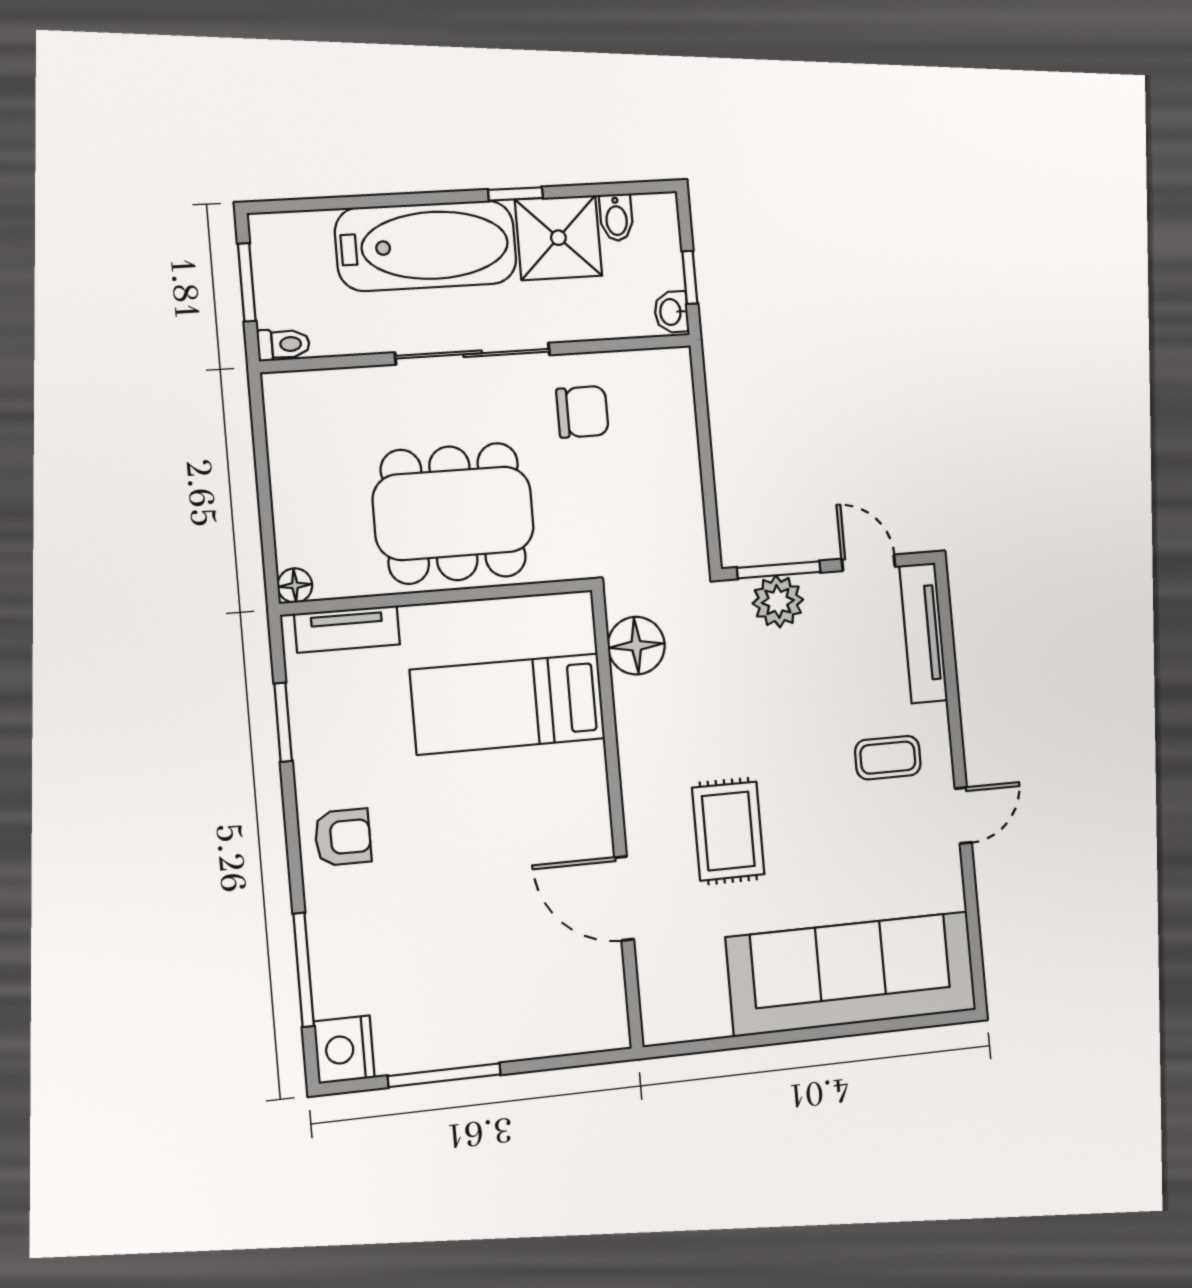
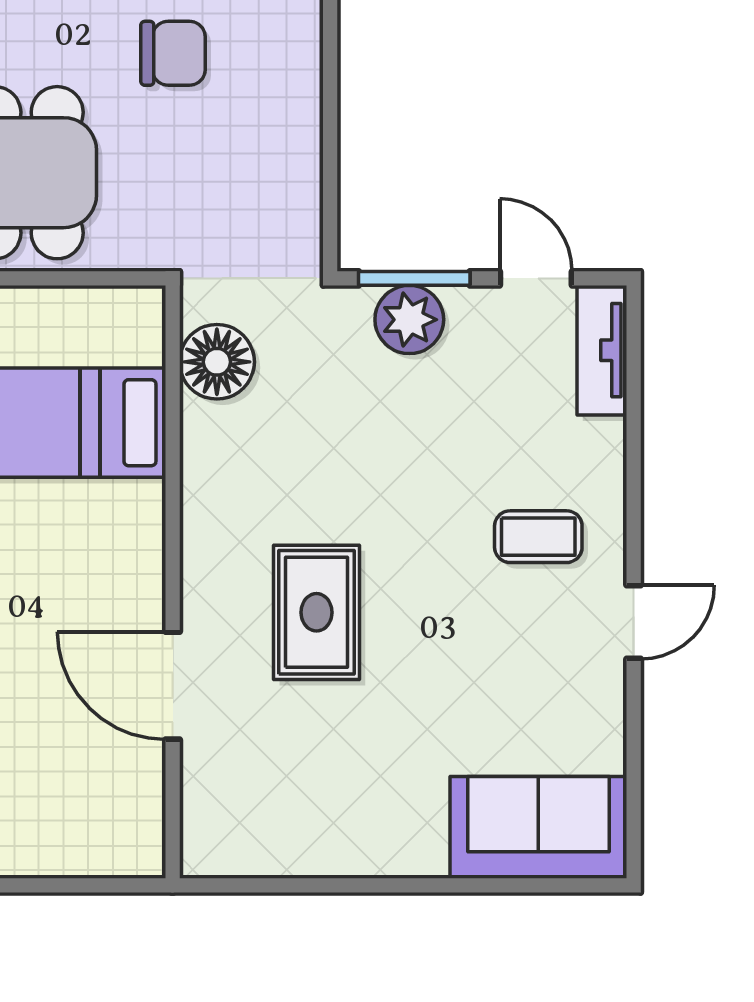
tv unit: (923, 633) -> (602, 350), width x0.71
sofa: (851, 974) -> (538, 827), width x0.54, depth x0.79

